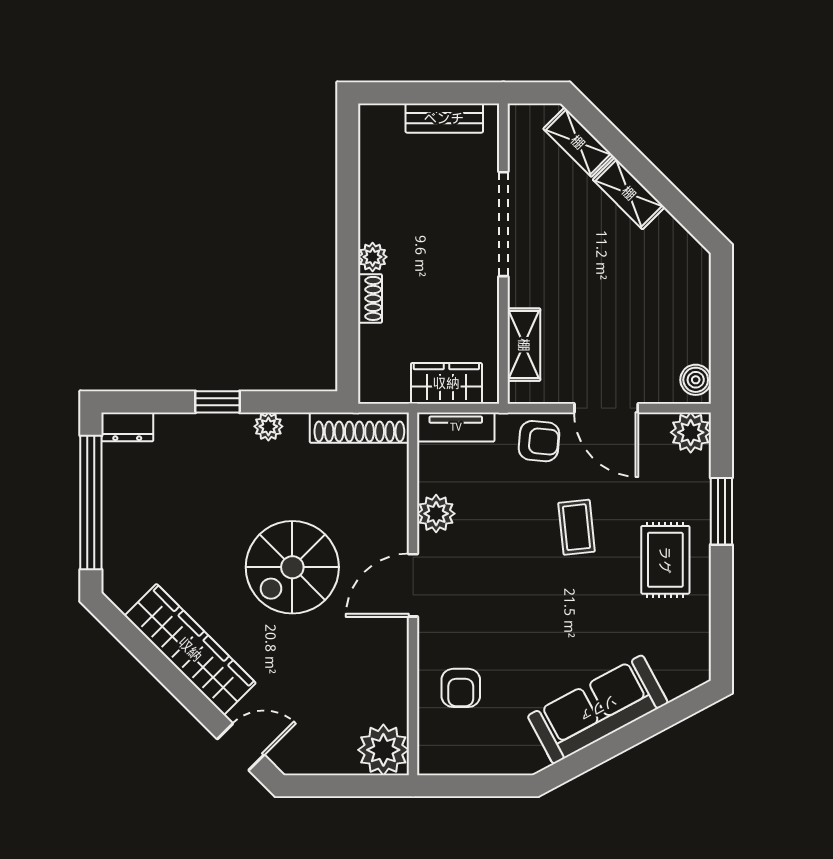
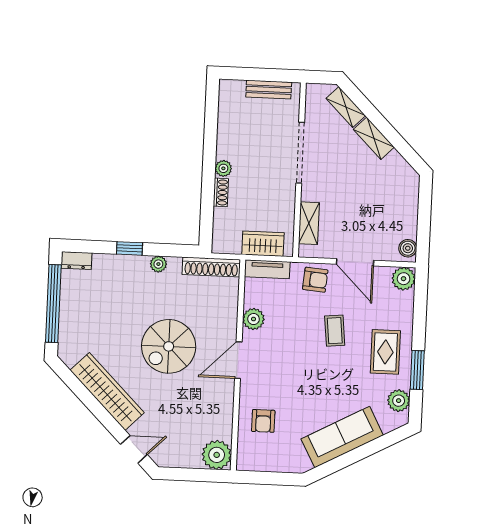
window: (721, 511) -> (417, 370), moved
plant: (692, 642) -> (399, 401), added

